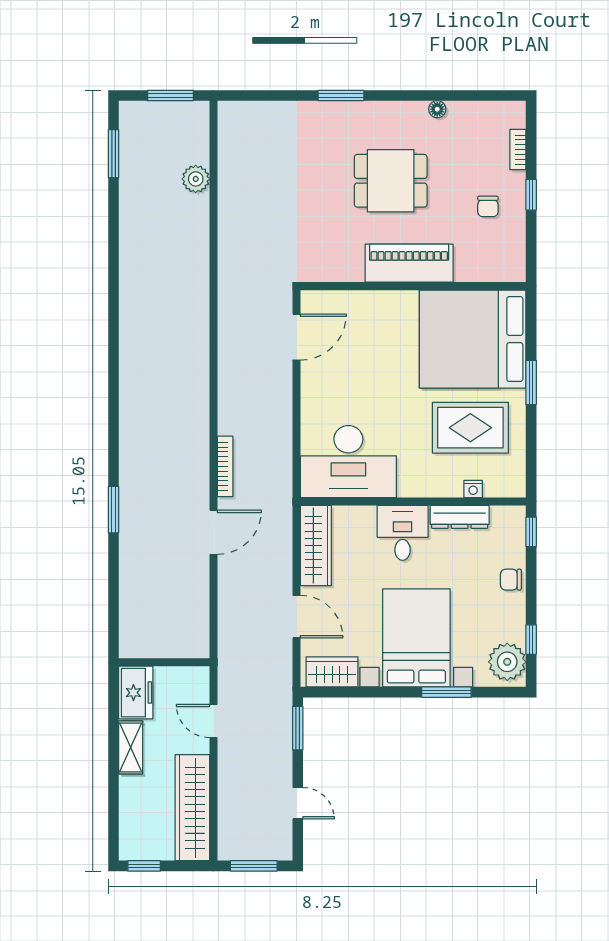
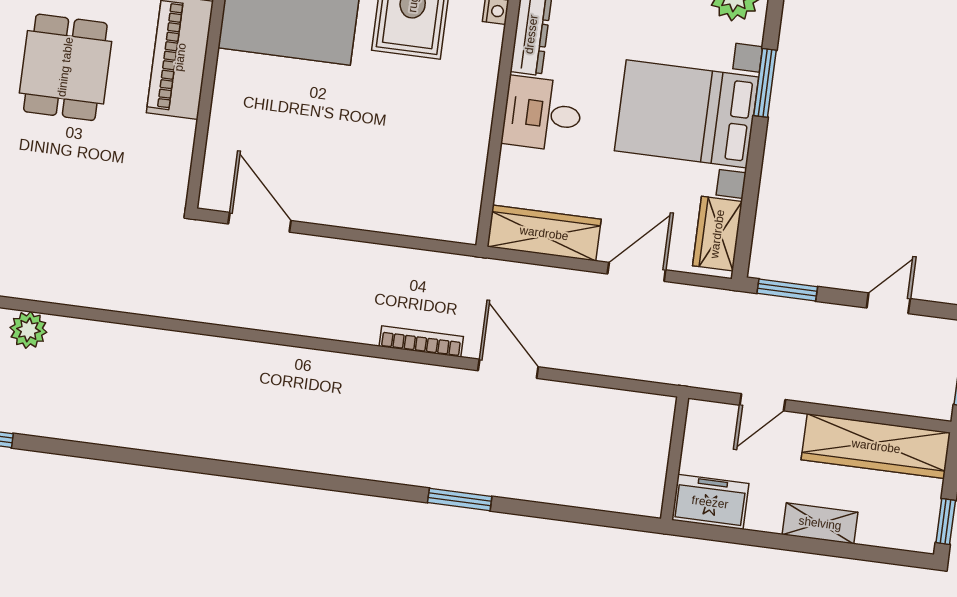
desk: (348, 462) -> (437, 174), removed
shelving: (131, 747) -> (820, 523), moved

